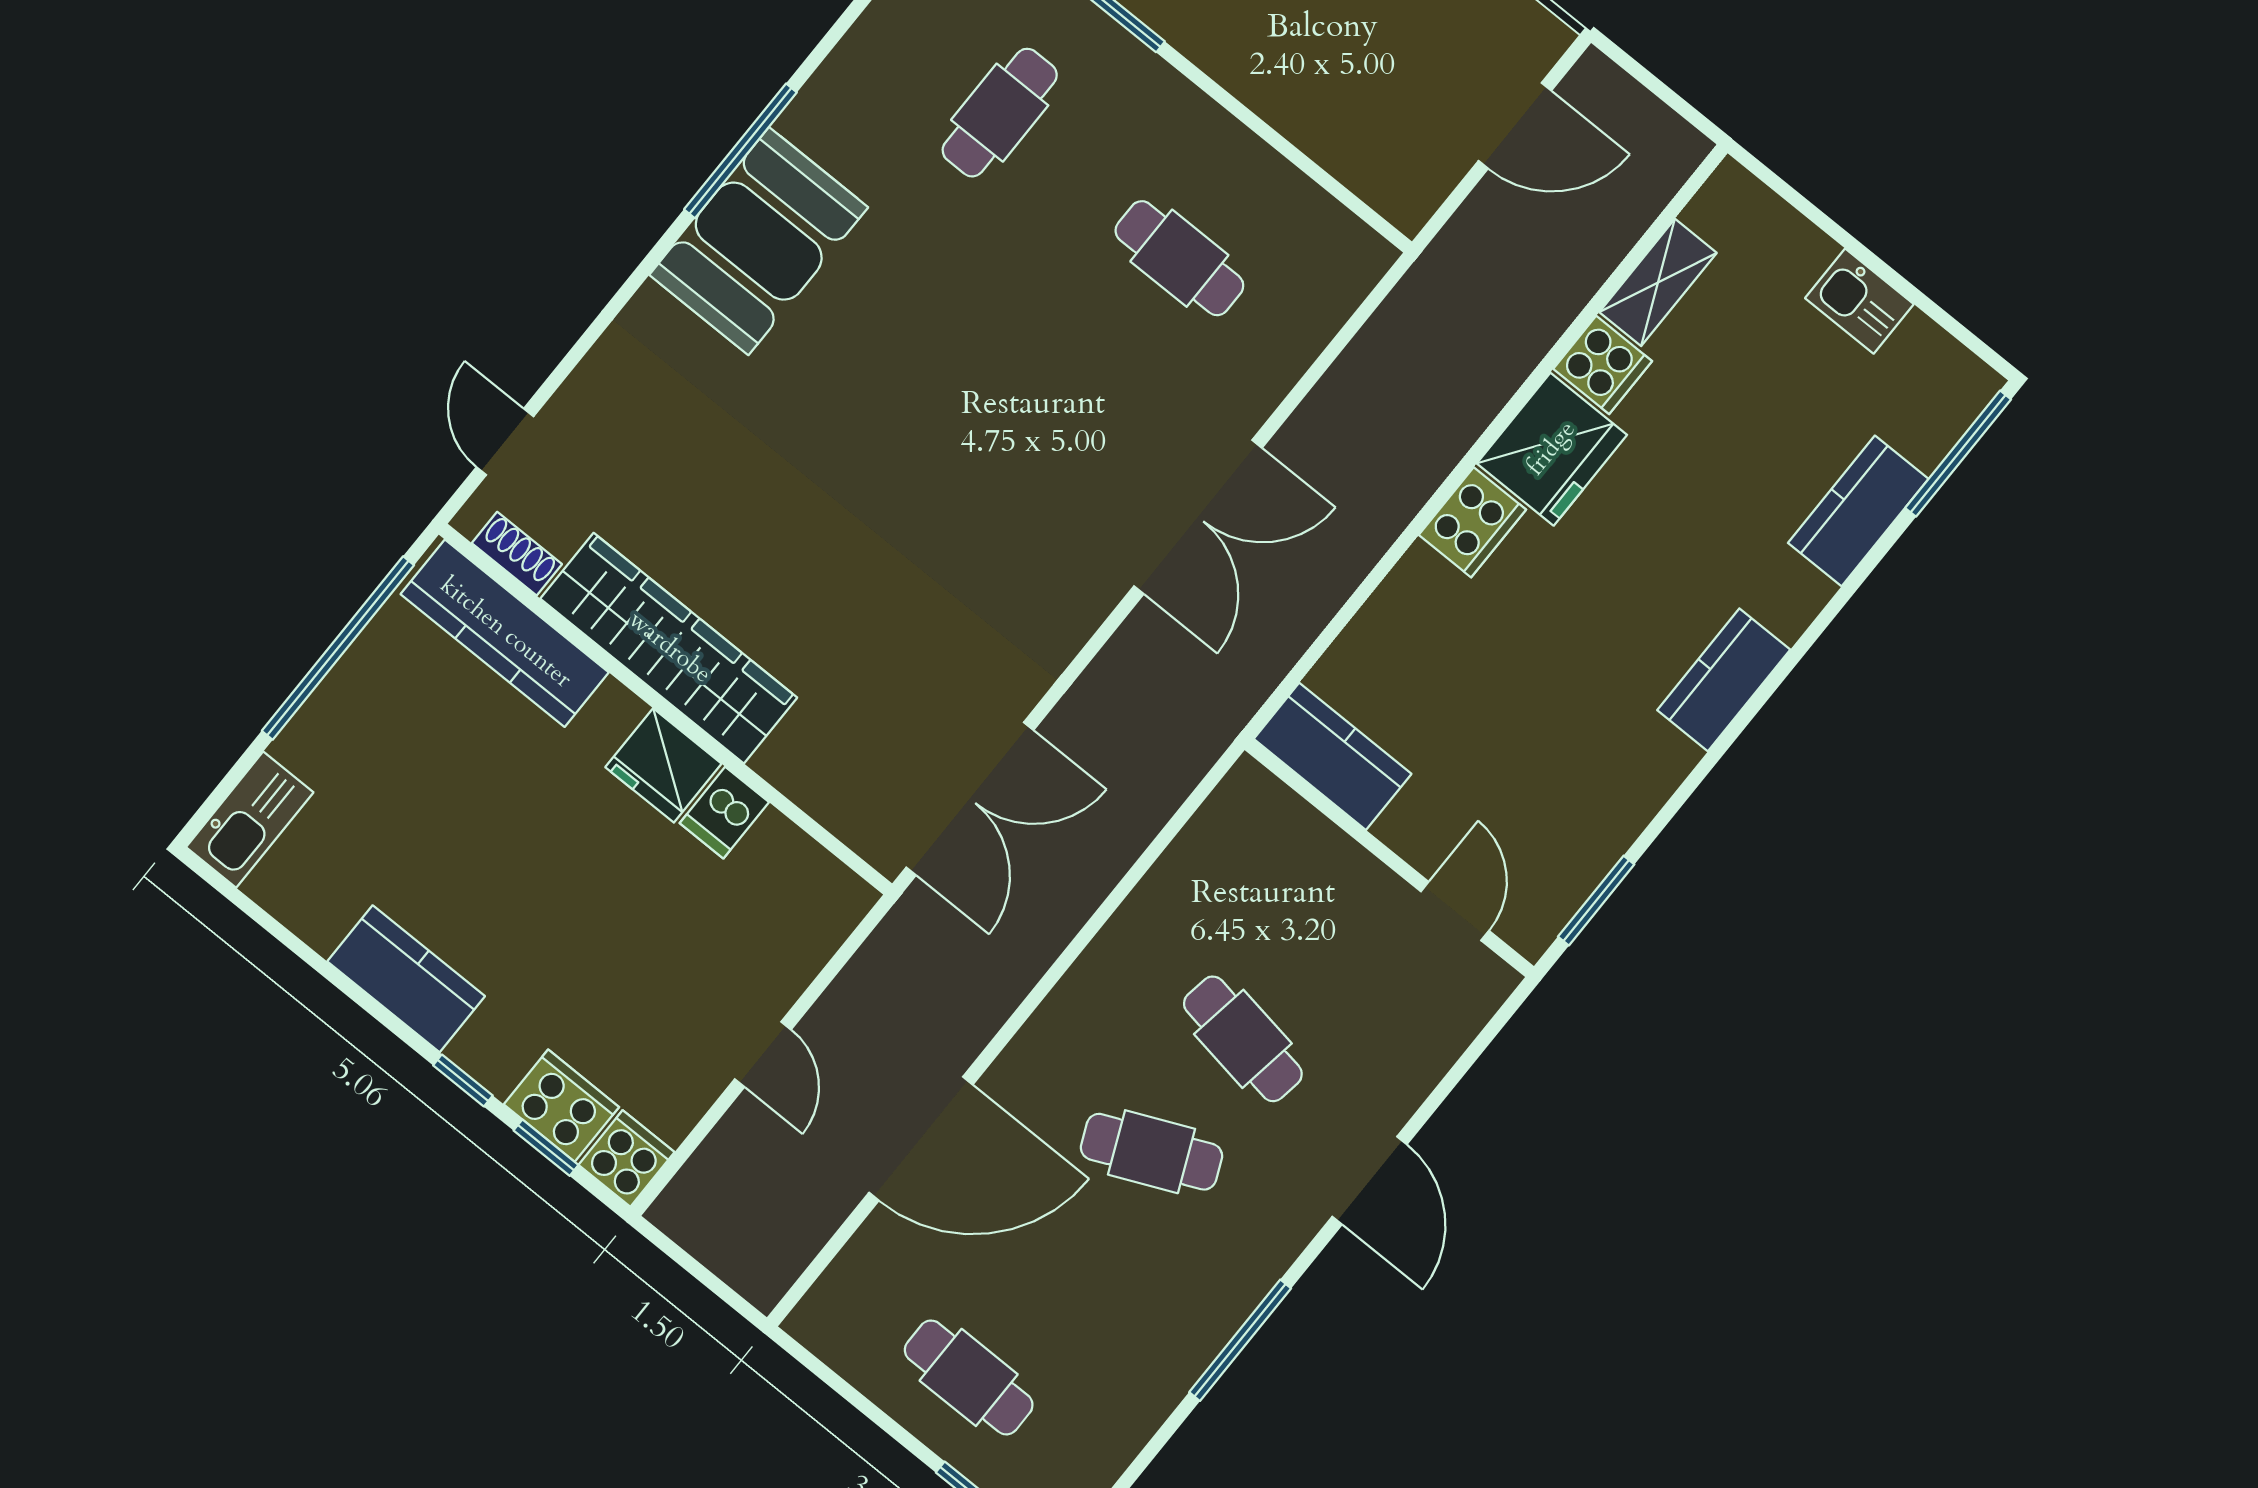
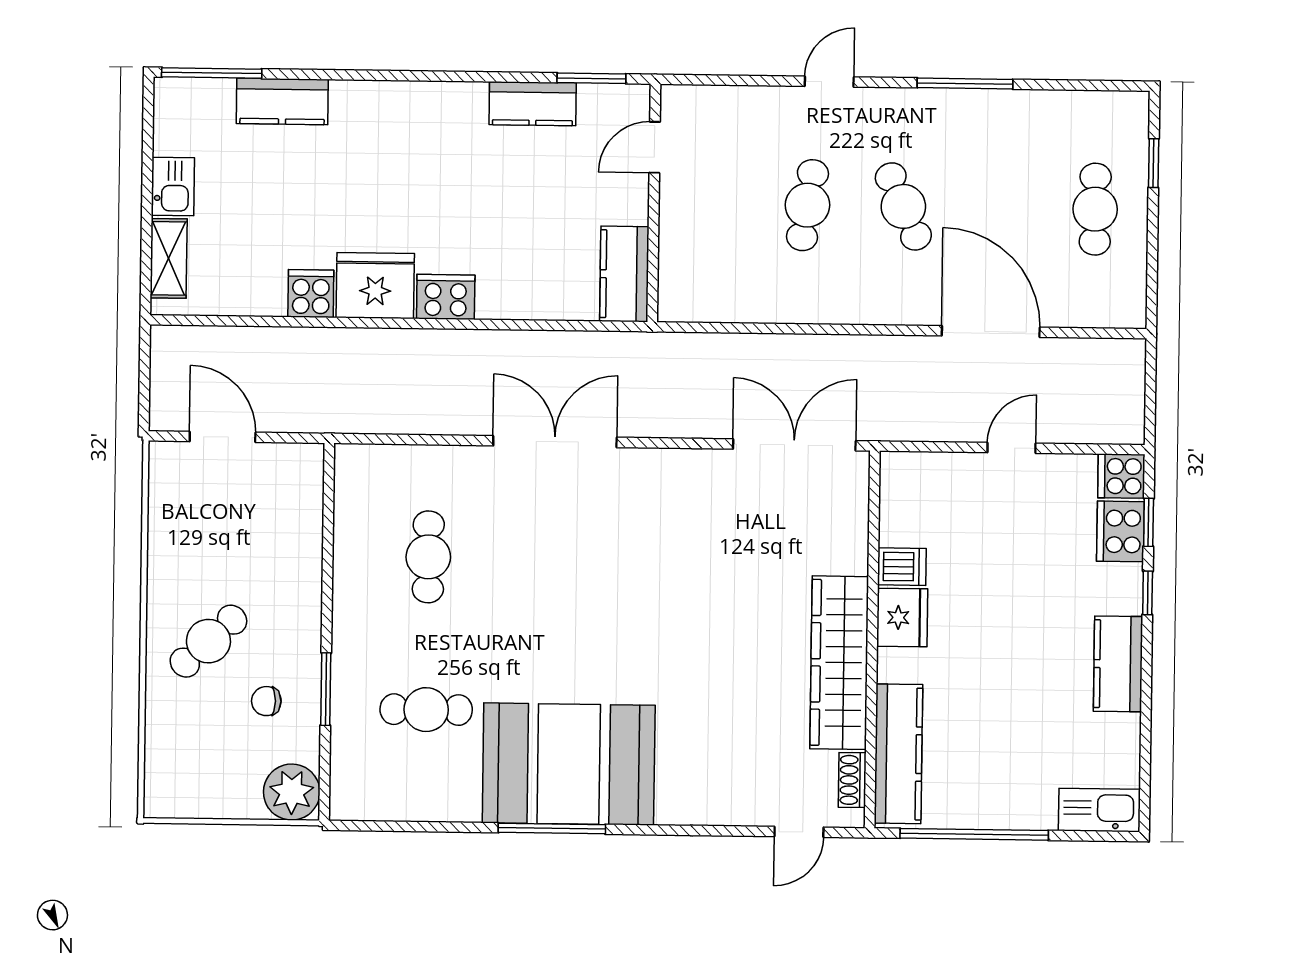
booth: (759, 241) -> (569, 764), width x1.36, depth x1.42
shelving: (1658, 282) -> (169, 258), moved, turned 90
kitchen counter: (1724, 680) -> (533, 104), moved
door: (1369, 1180) -> (829, 82), width x0.73

